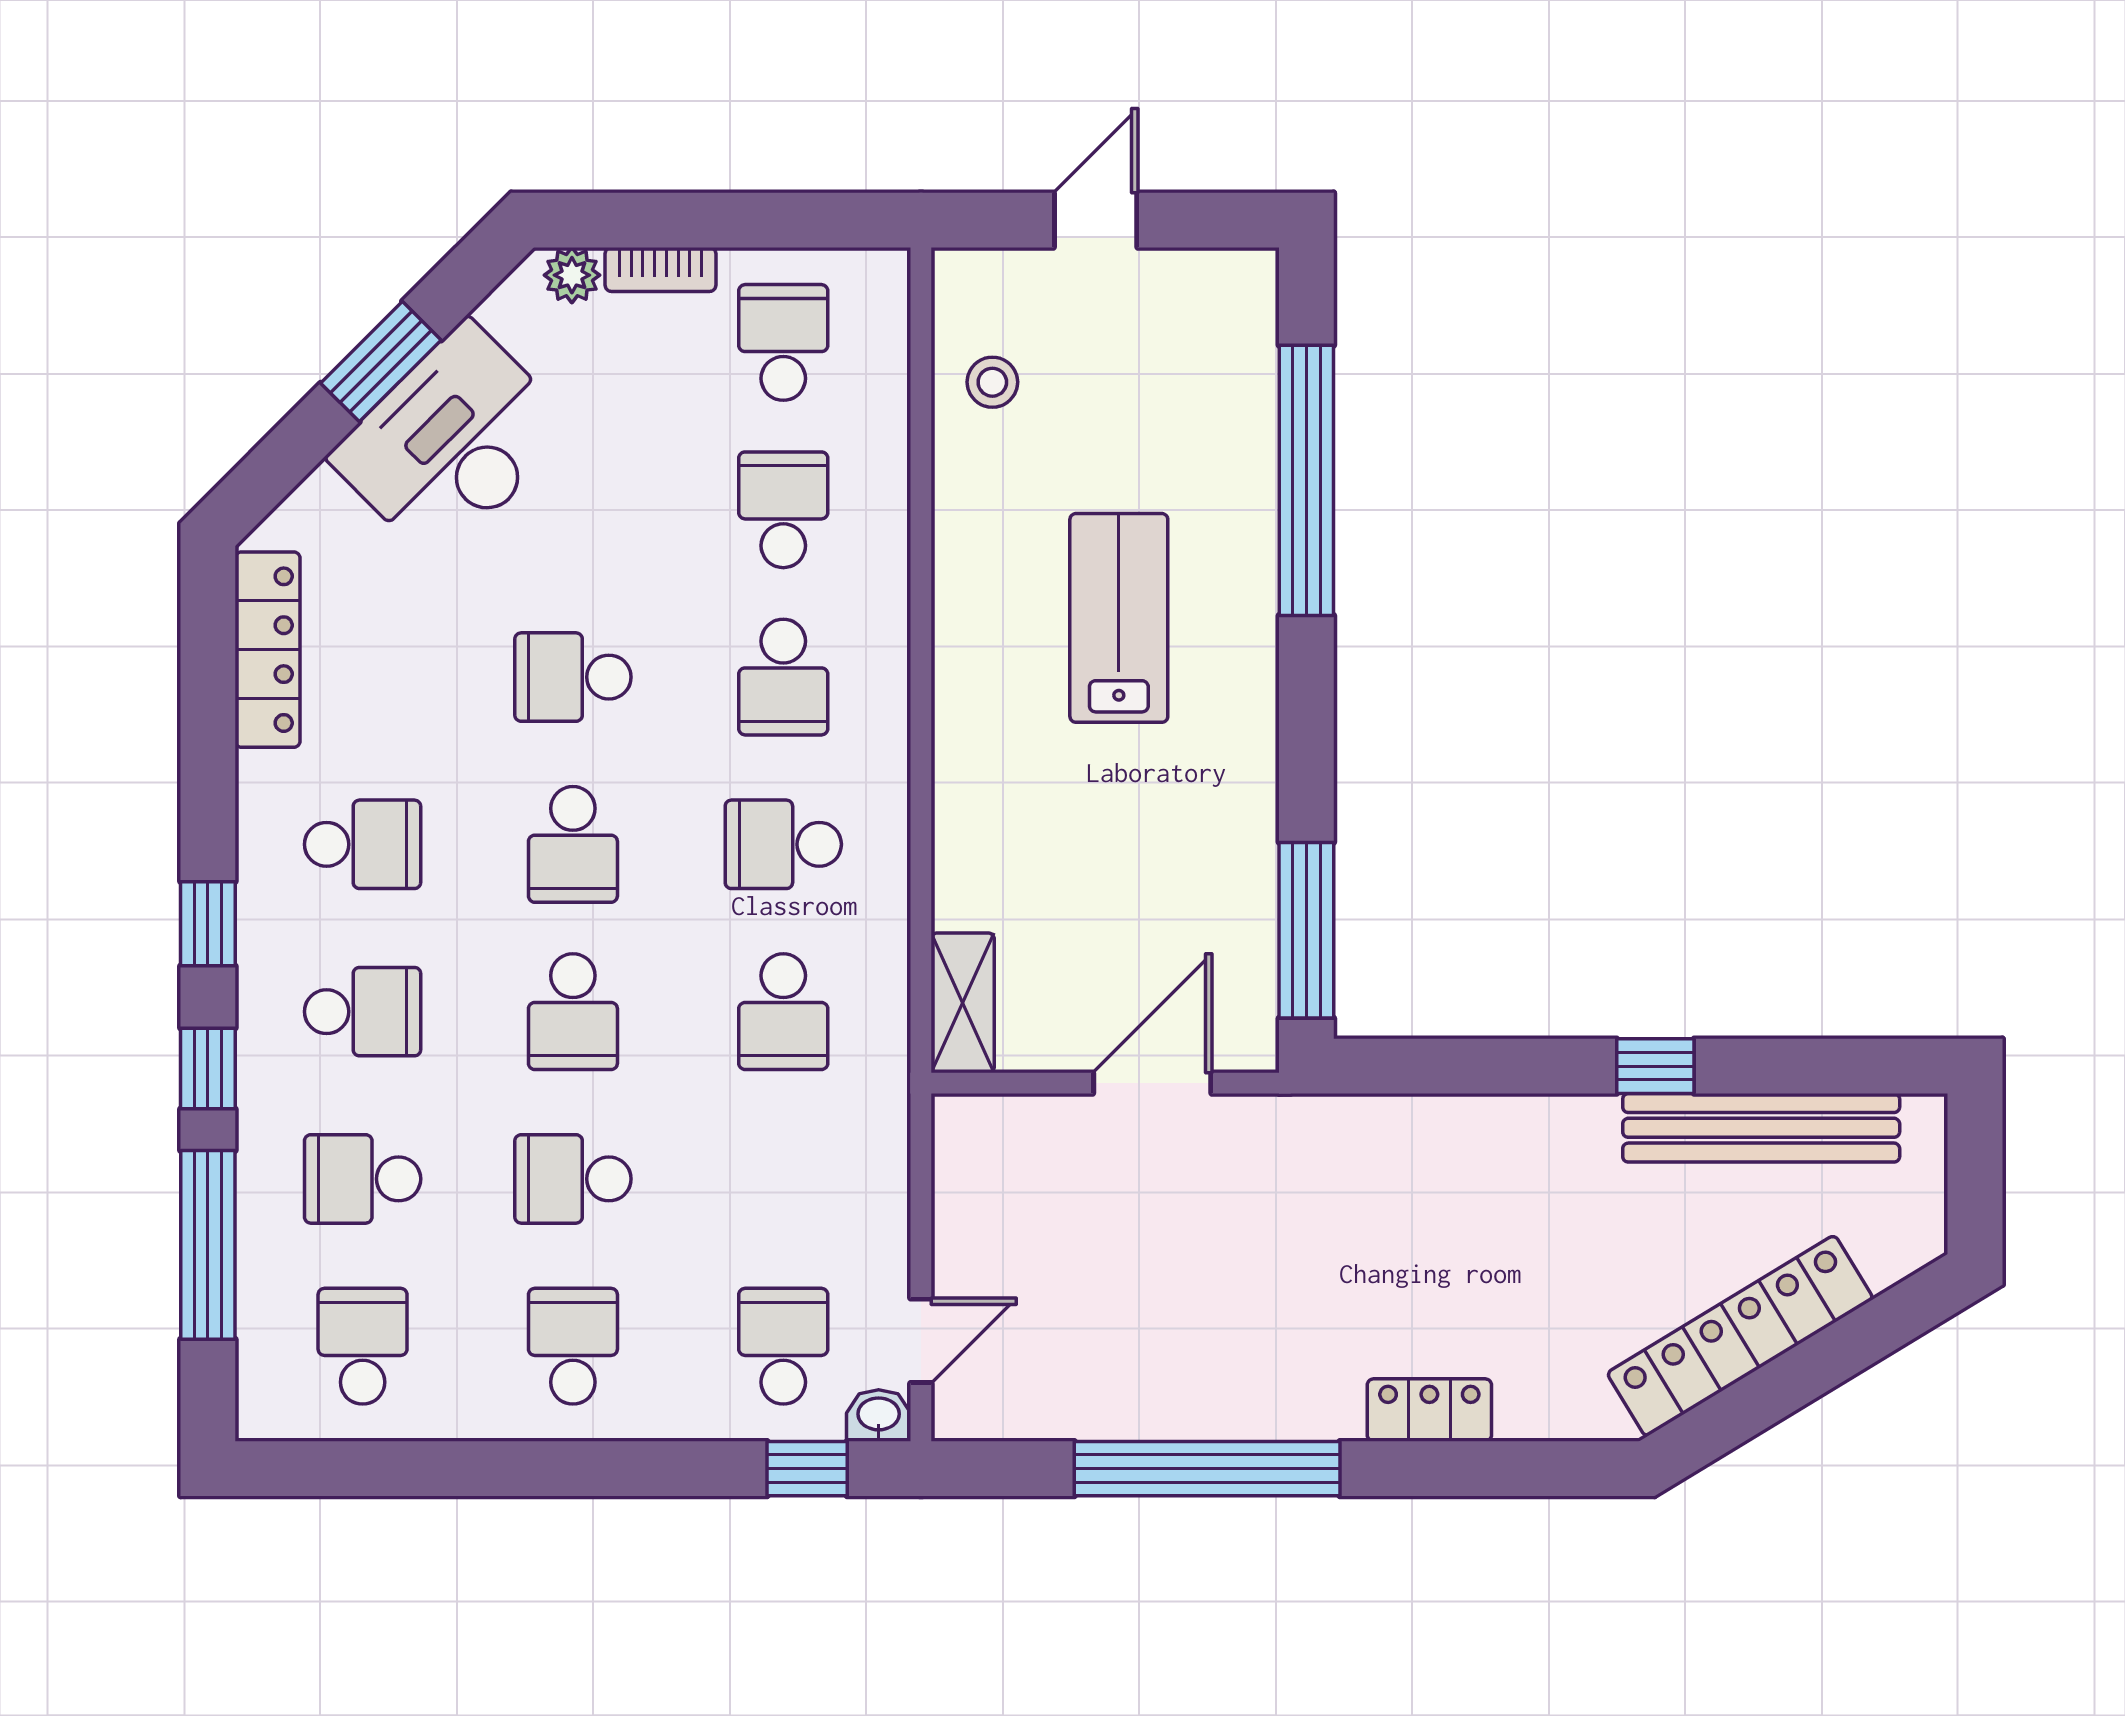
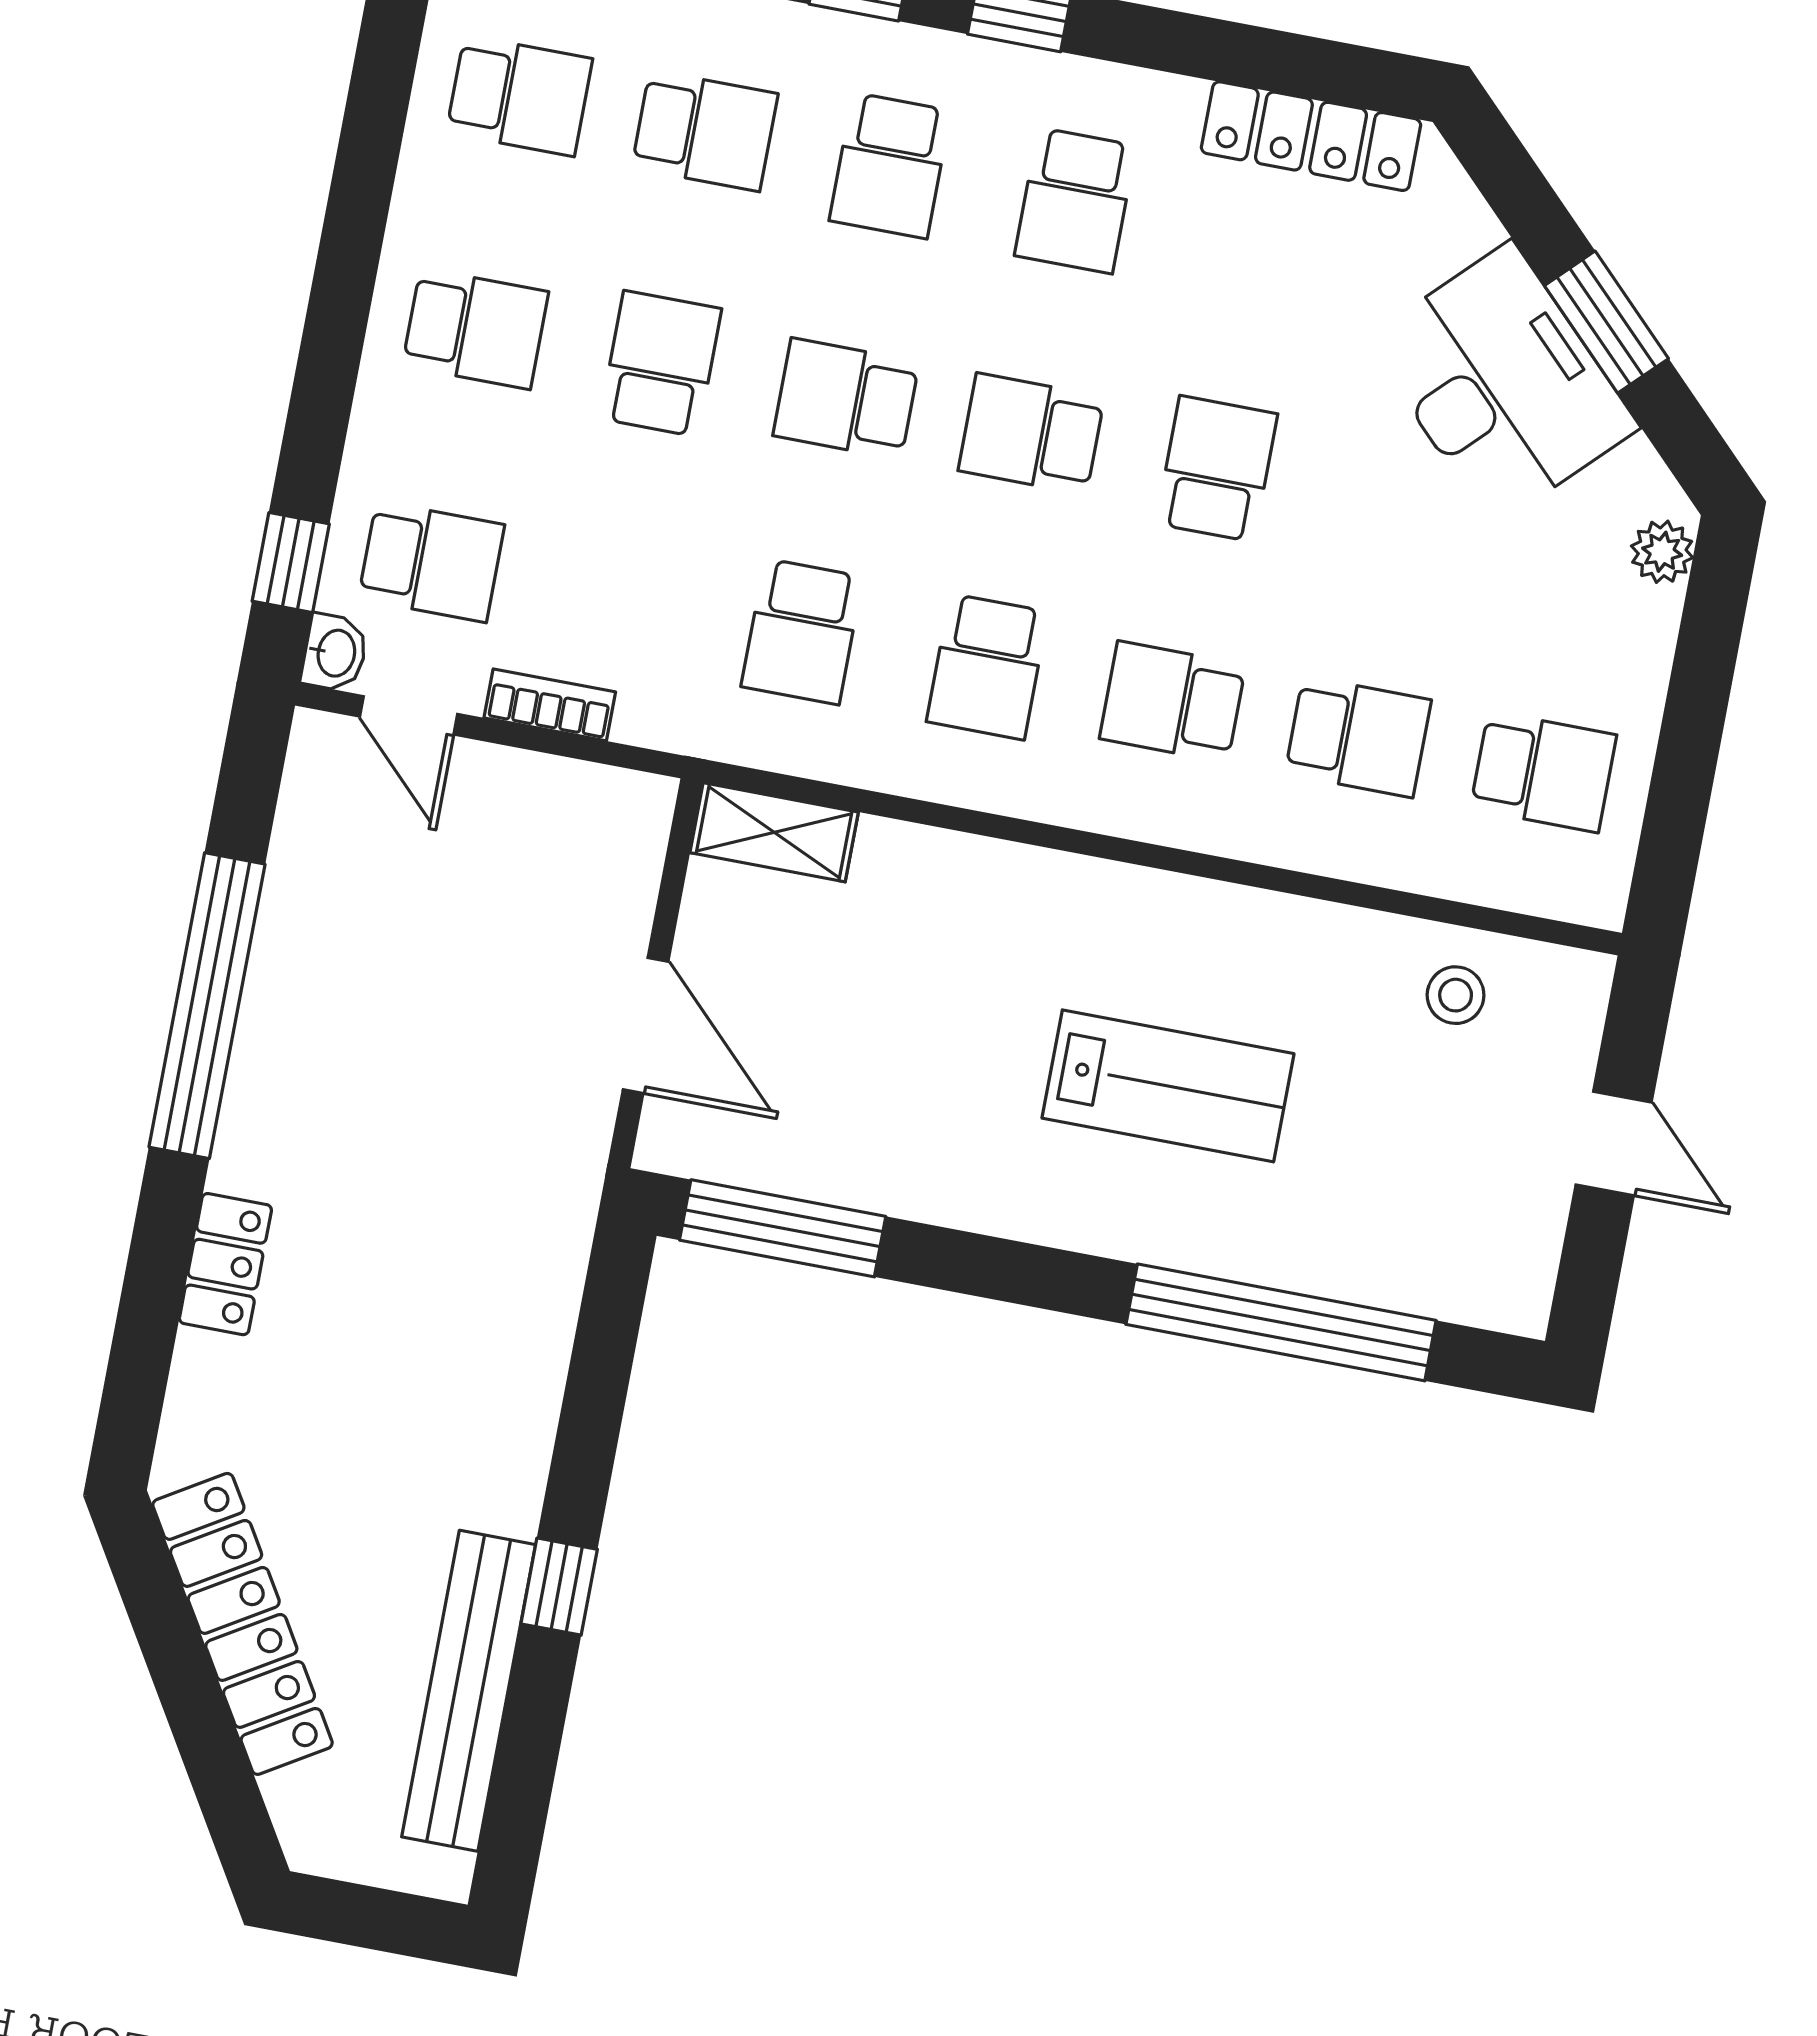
bookcase: (660, 269) -> (550, 705), moved, turned 90
school desk: (783, 844) -> (987, 667), turned 180
school desk: (783, 1012) -> (802, 632), turned -90
school desk: (363, 1179) -> (705, 131), turned 90

